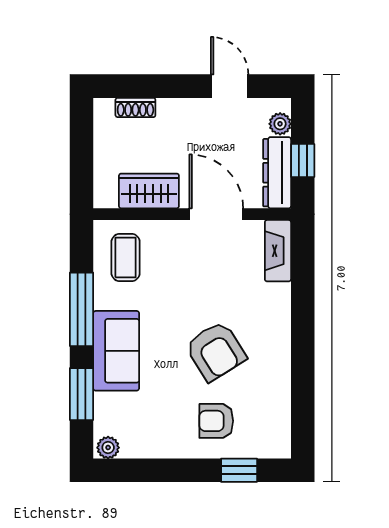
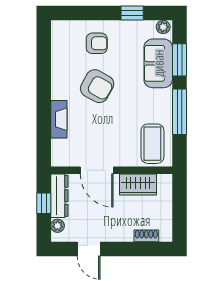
fireplace: (278, 251) -> (59, 119), moved
coffee table: (126, 258) -> (152, 144), width x1.36, depth x1.30
sofa: (116, 351) -> (158, 63), moved
armchair: (216, 351) -> (97, 86), turned 151
window: (239, 470) -> (132, 13), moved

